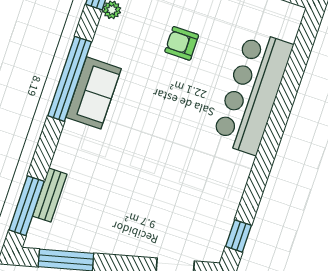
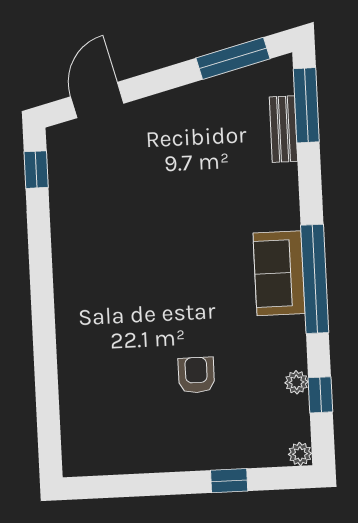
armchair: (182, 43) -> (196, 375), turned -90
bar counter: (252, 93) -> (87, 349), removed

